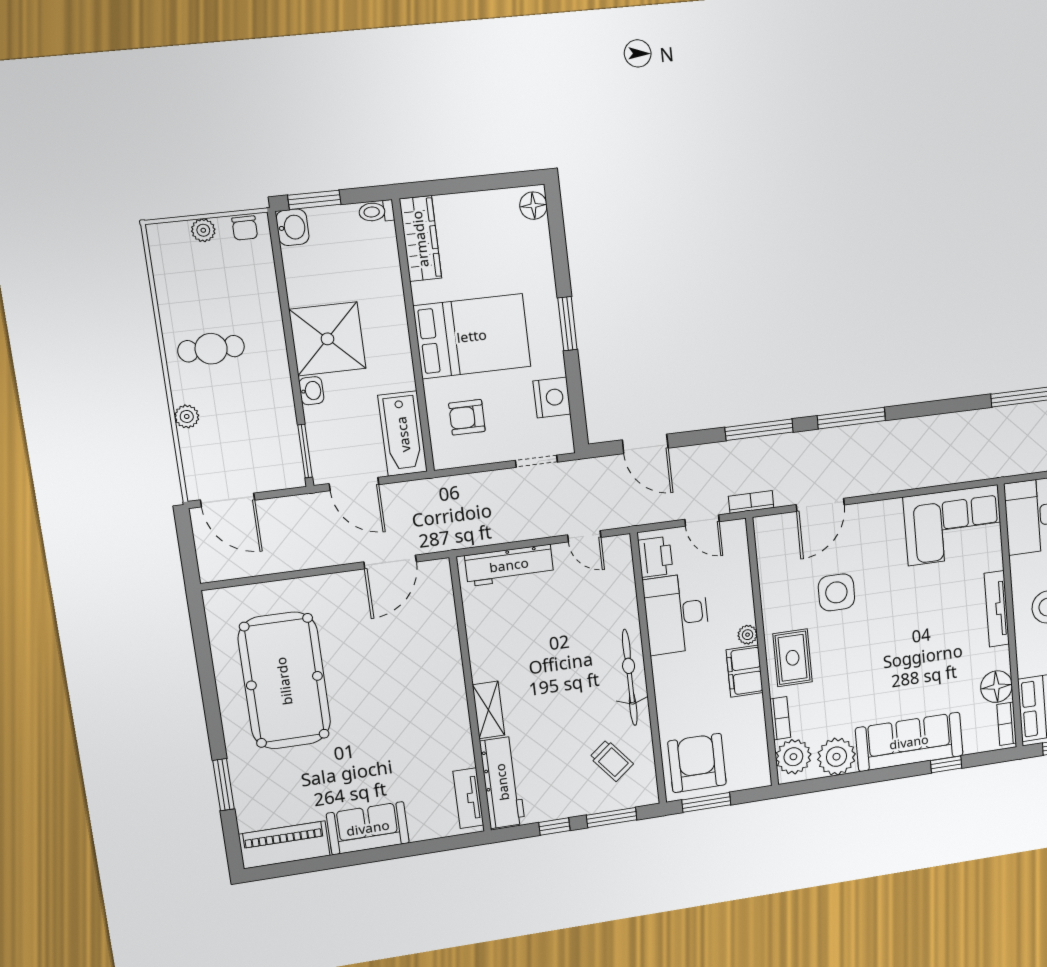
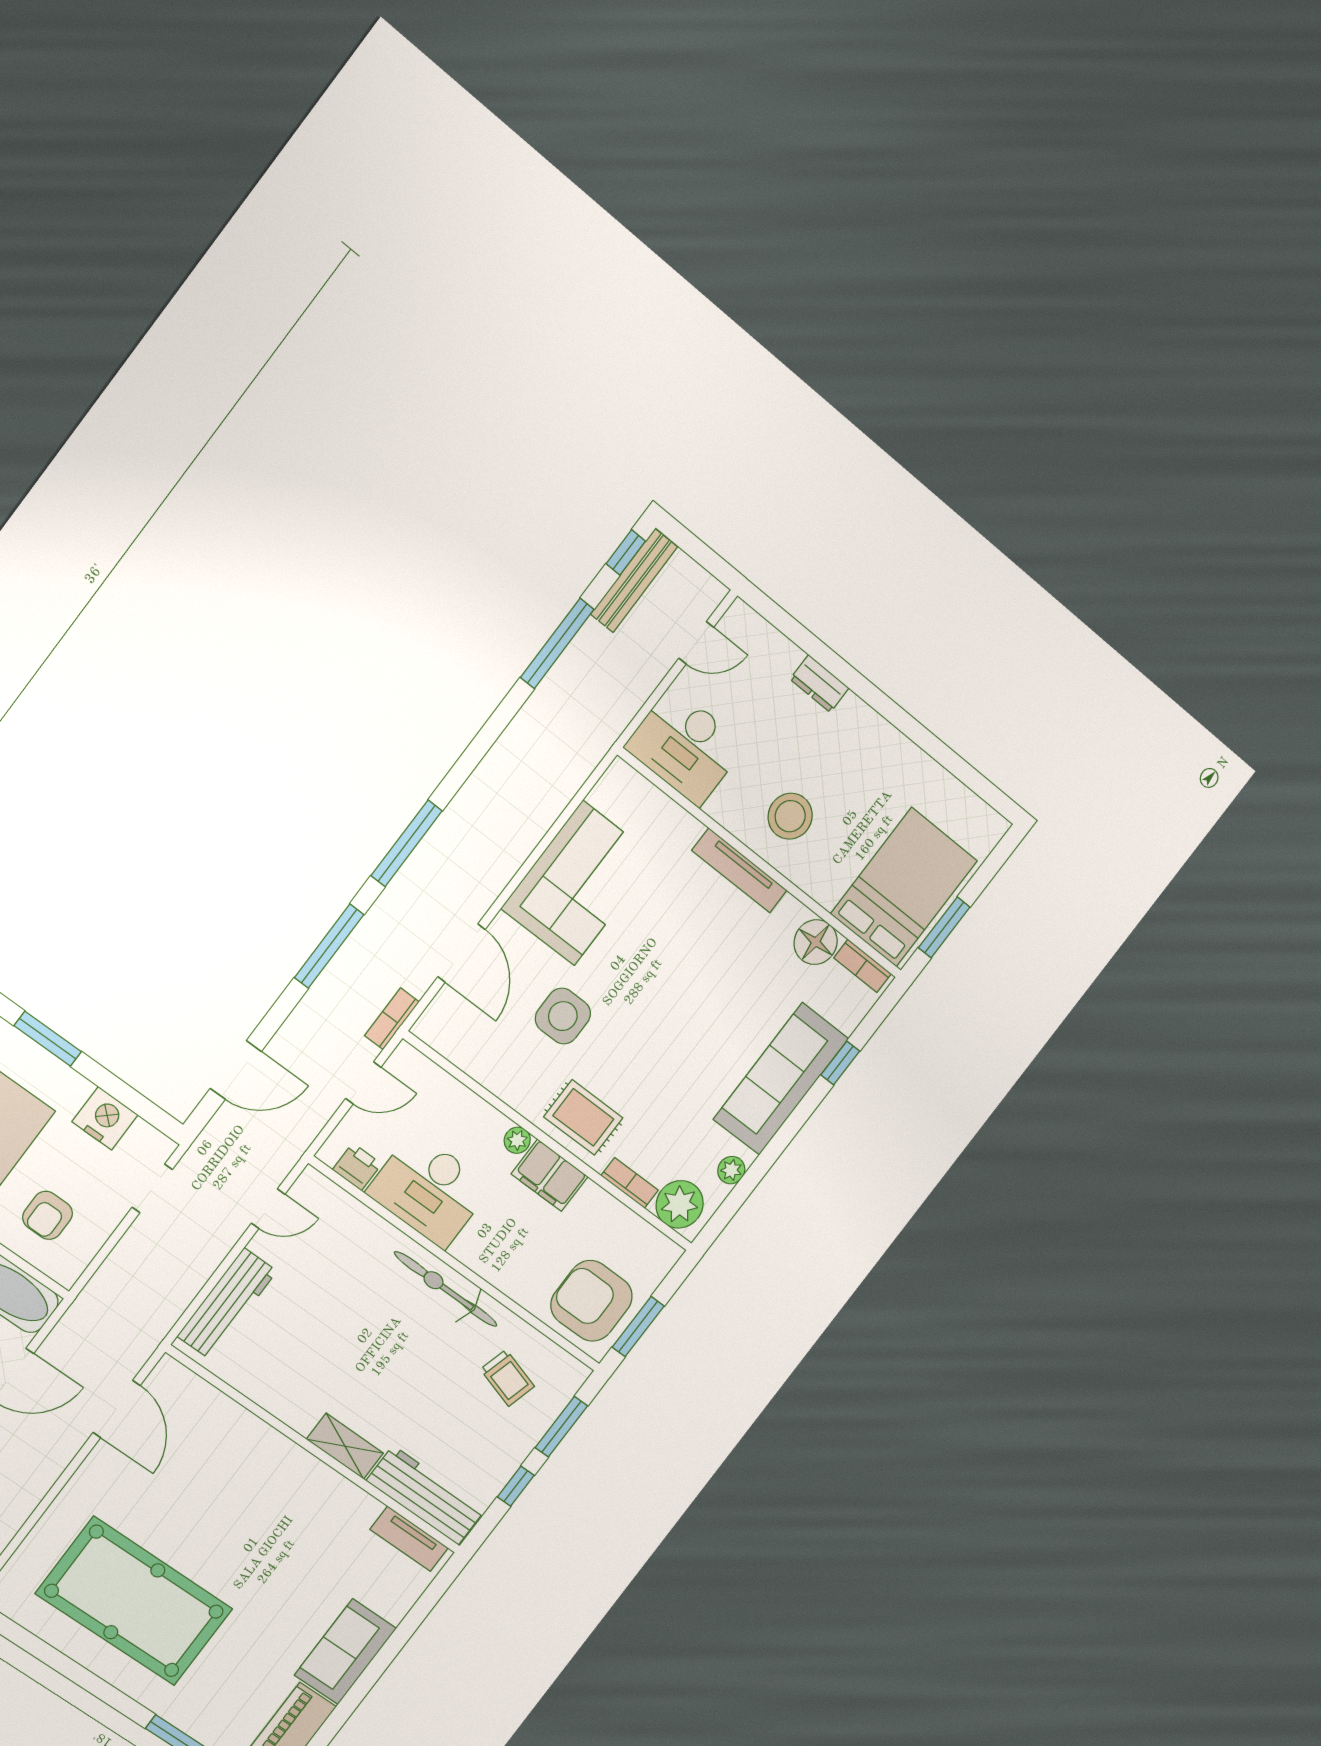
corner sofa: (953, 525) -> (579, 883), moved
printer: (655, 557) -> (357, 1167), width x0.73, depth x0.81
plant: (836, 757) -> (731, 1170), width x0.53, depth x0.53
trolley: (611, 761) -> (507, 1378), turned 55

